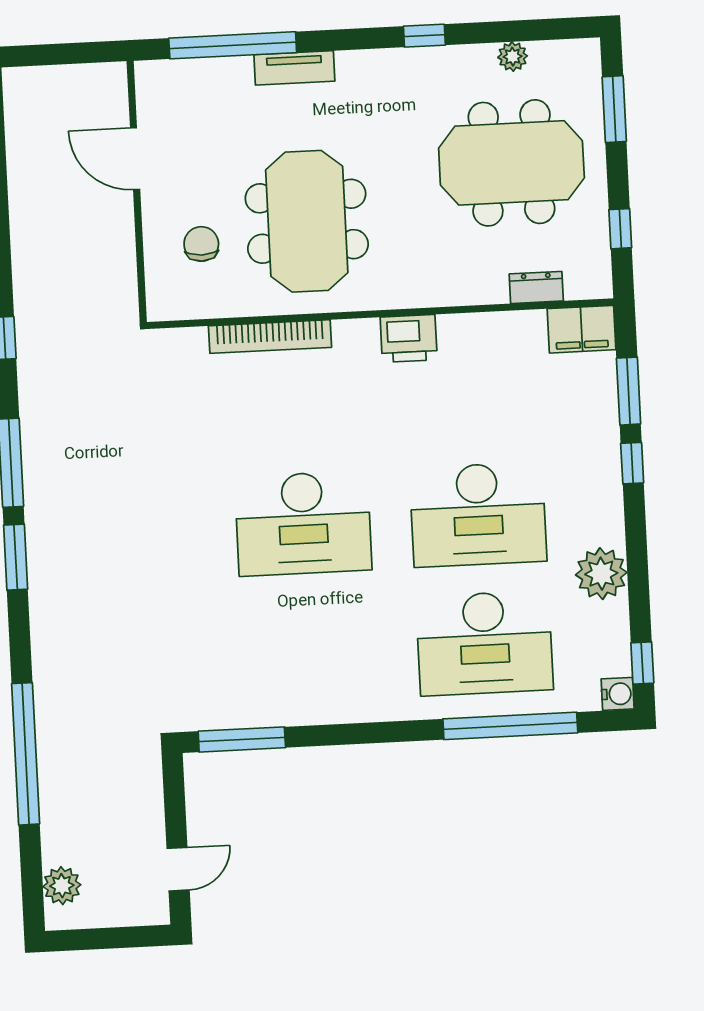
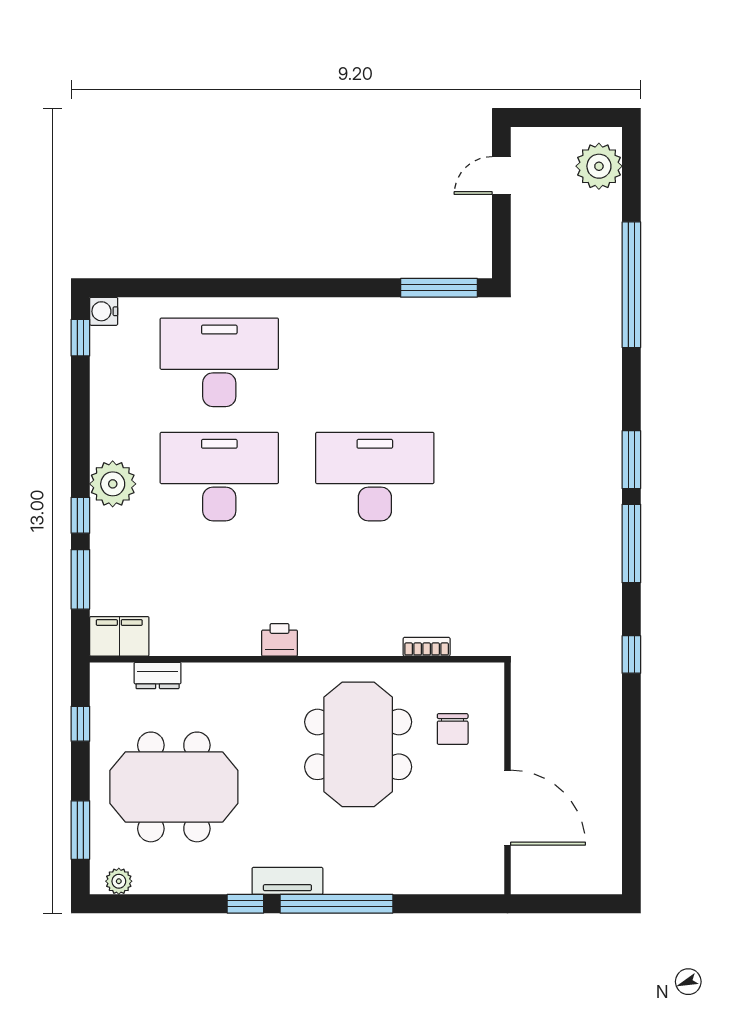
window: (233, 45) -> (336, 904), moved
plant: (513, 57) -> (119, 881), moved
tv unit: (294, 68) -> (287, 881), moved
door: (135, 159) -> (508, 808), width x1.36
bookcase: (270, 337) -> (427, 647), width x0.43, depth x0.76
printer: (409, 338) -> (280, 640), width x0.73, depth x0.81
plant: (601, 574) -> (113, 484), moved
window: (510, 726) -> (200, 288), removed
plant: (62, 886) -> (599, 166), width x1.36, depth x1.36

